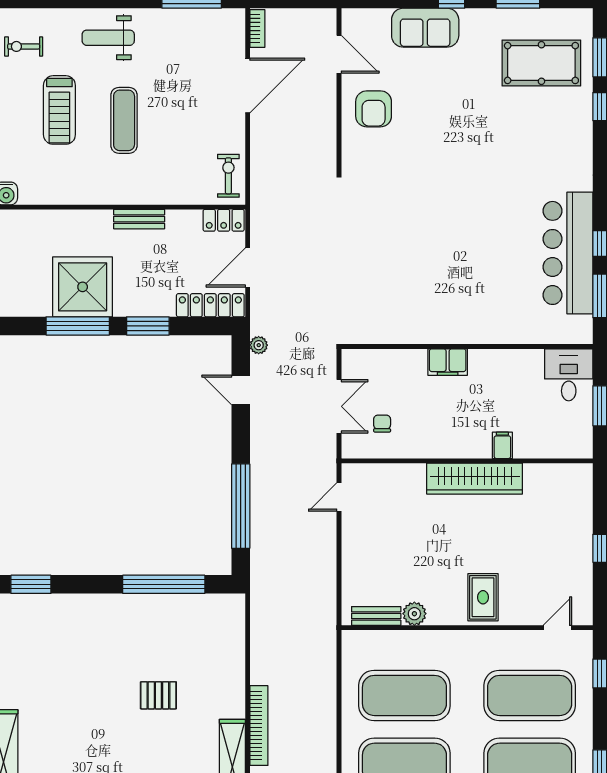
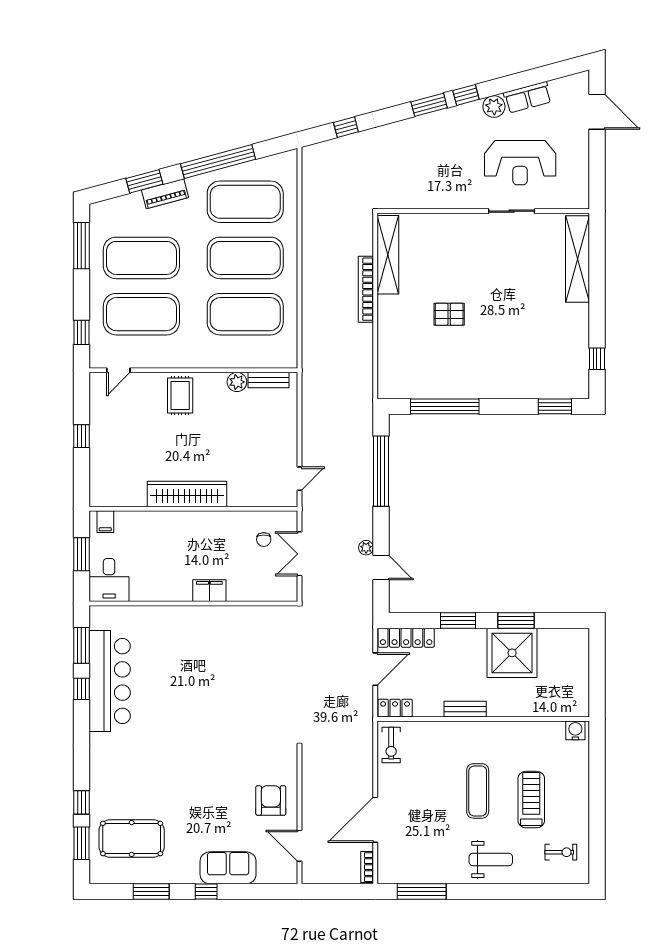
window: (78, 326) -> (516, 621), width x0.69
plant: (259, 345) -> (366, 548), moved
filing cabinet: (502, 445) -> (105, 522), moved

